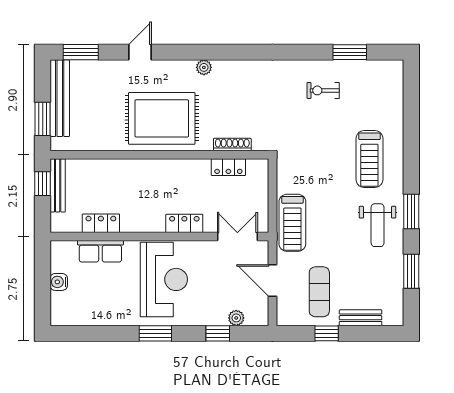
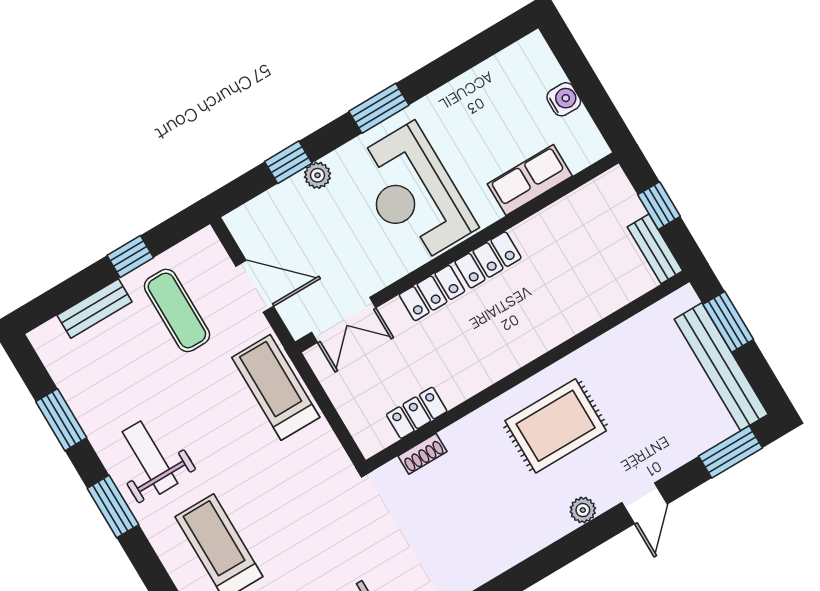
plant: (204, 67) -> (583, 510), moved
rug: (162, 118) -> (556, 426), width x0.73, depth x0.69
shoe rack: (232, 145) -> (422, 454), width x0.70
window: (43, 184) -> (659, 206), moved
bench: (58, 185) -> (655, 249), width x0.73
locker: (101, 223) -> (488, 260), moved
plant: (236, 318) -> (318, 175), moved

